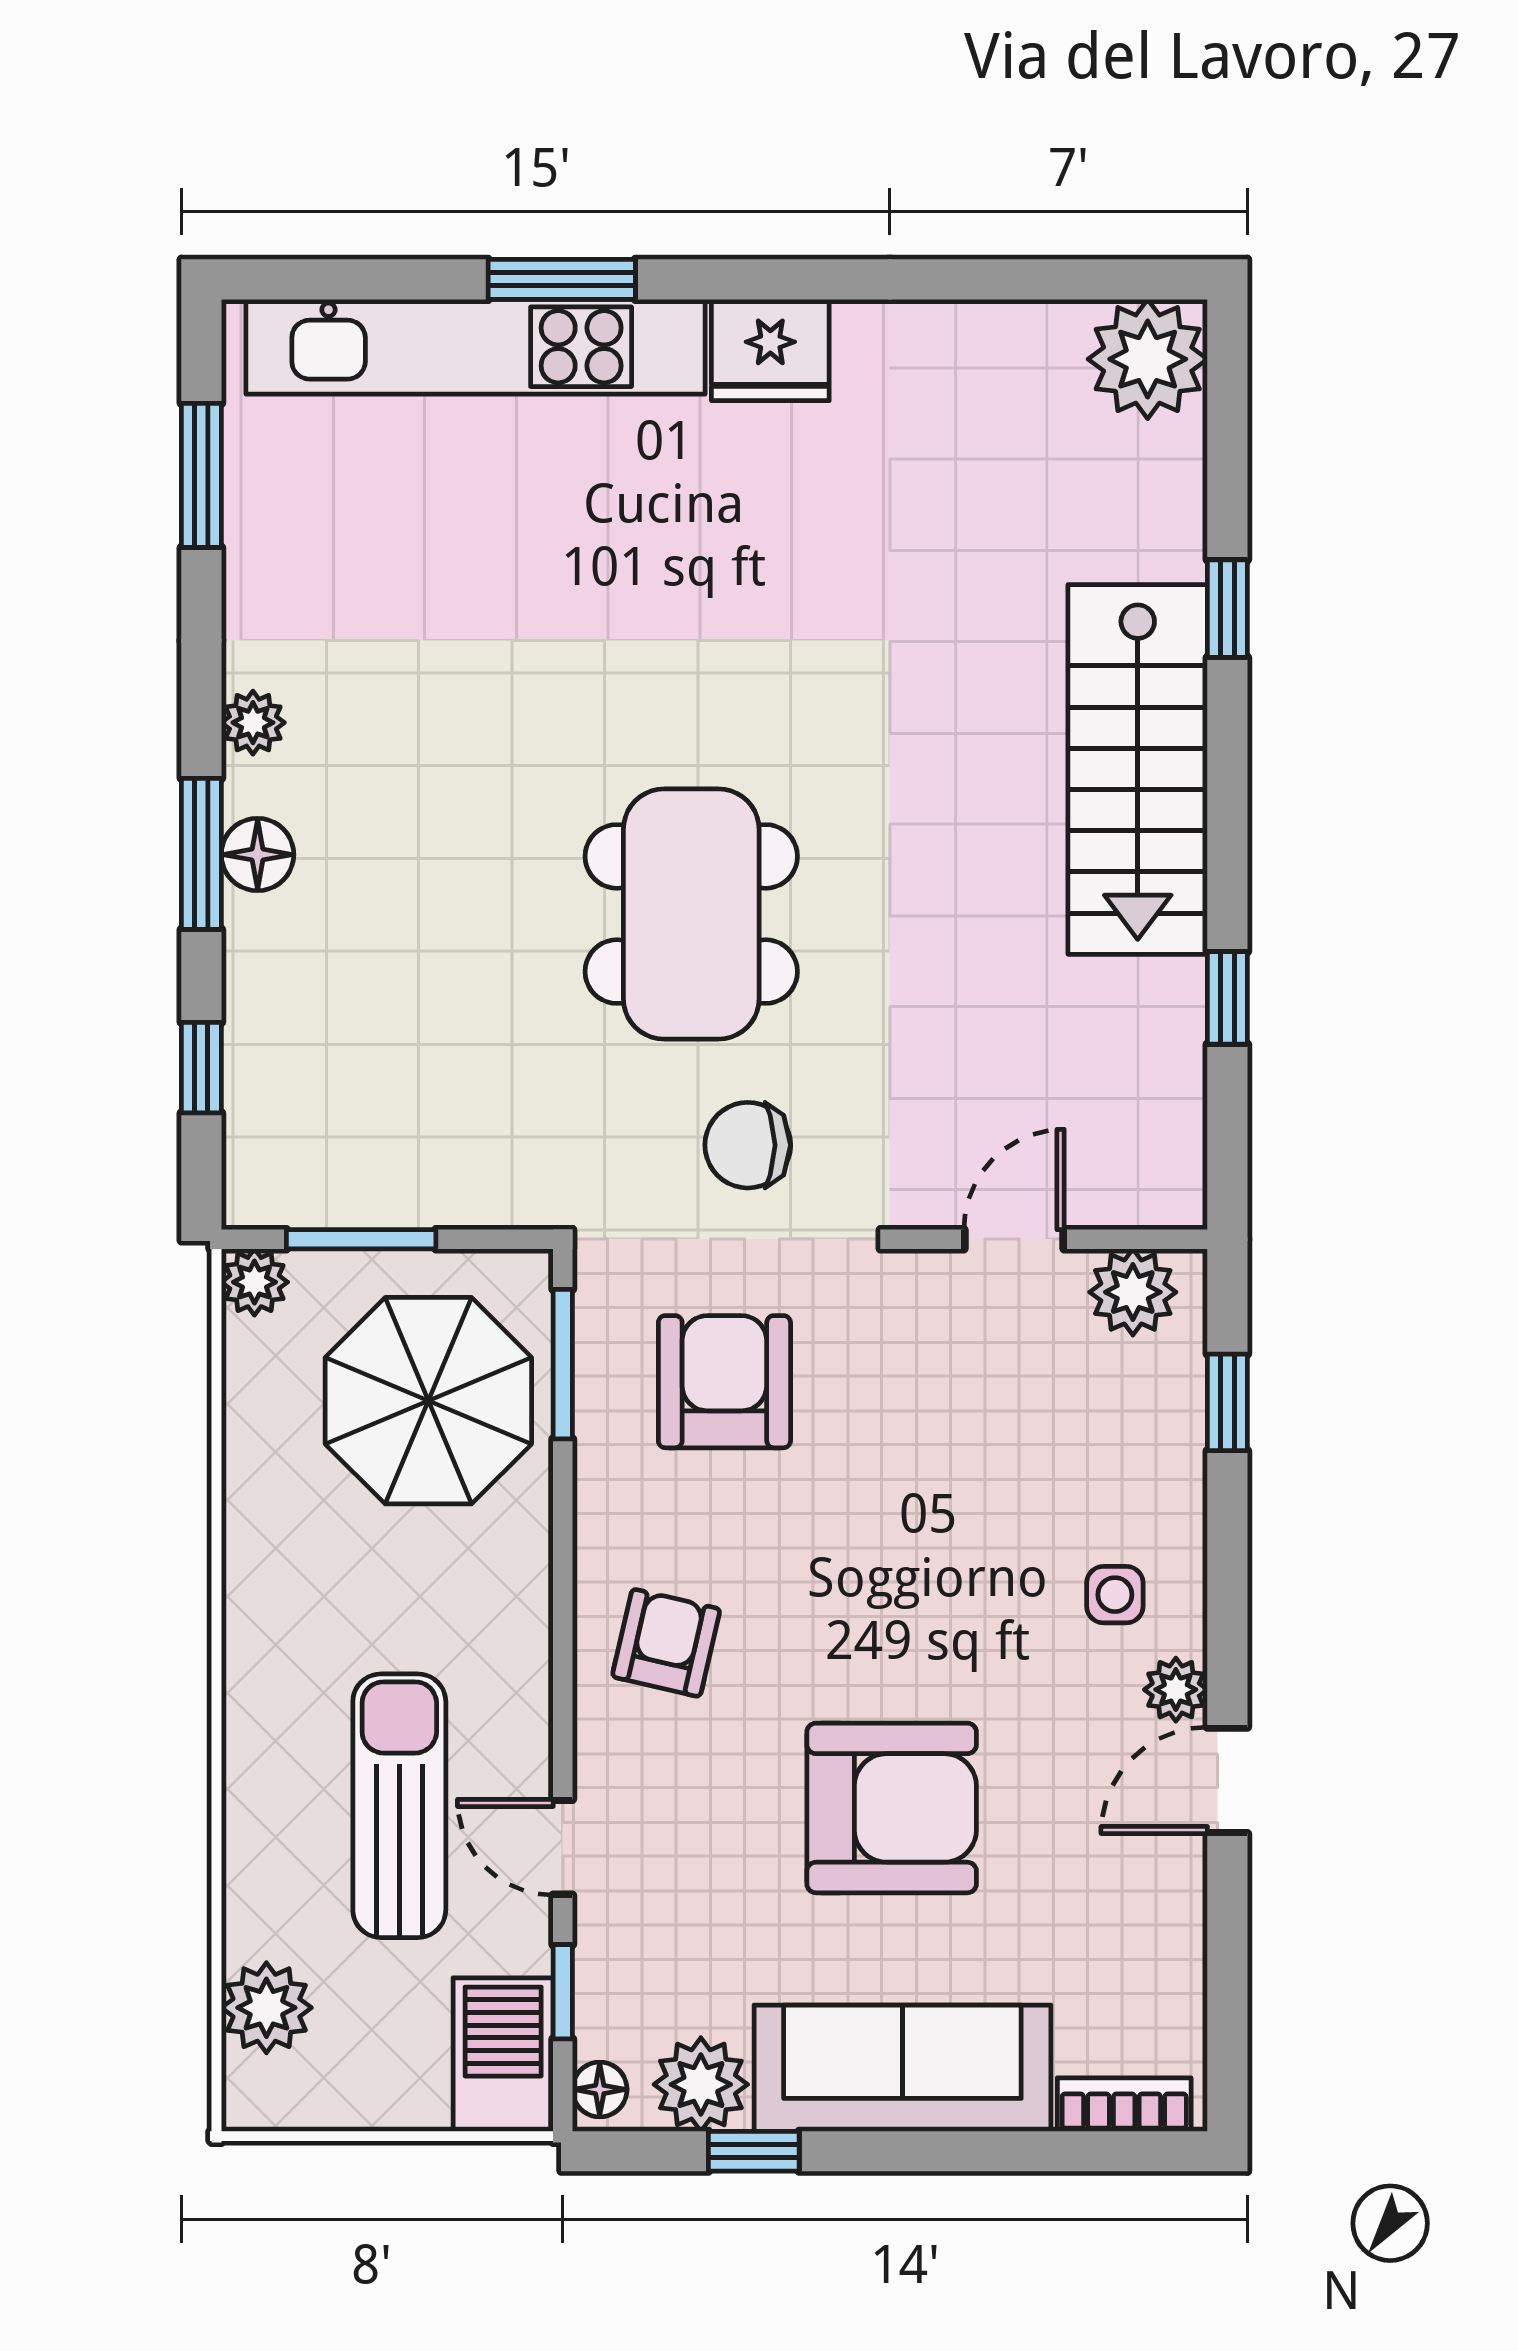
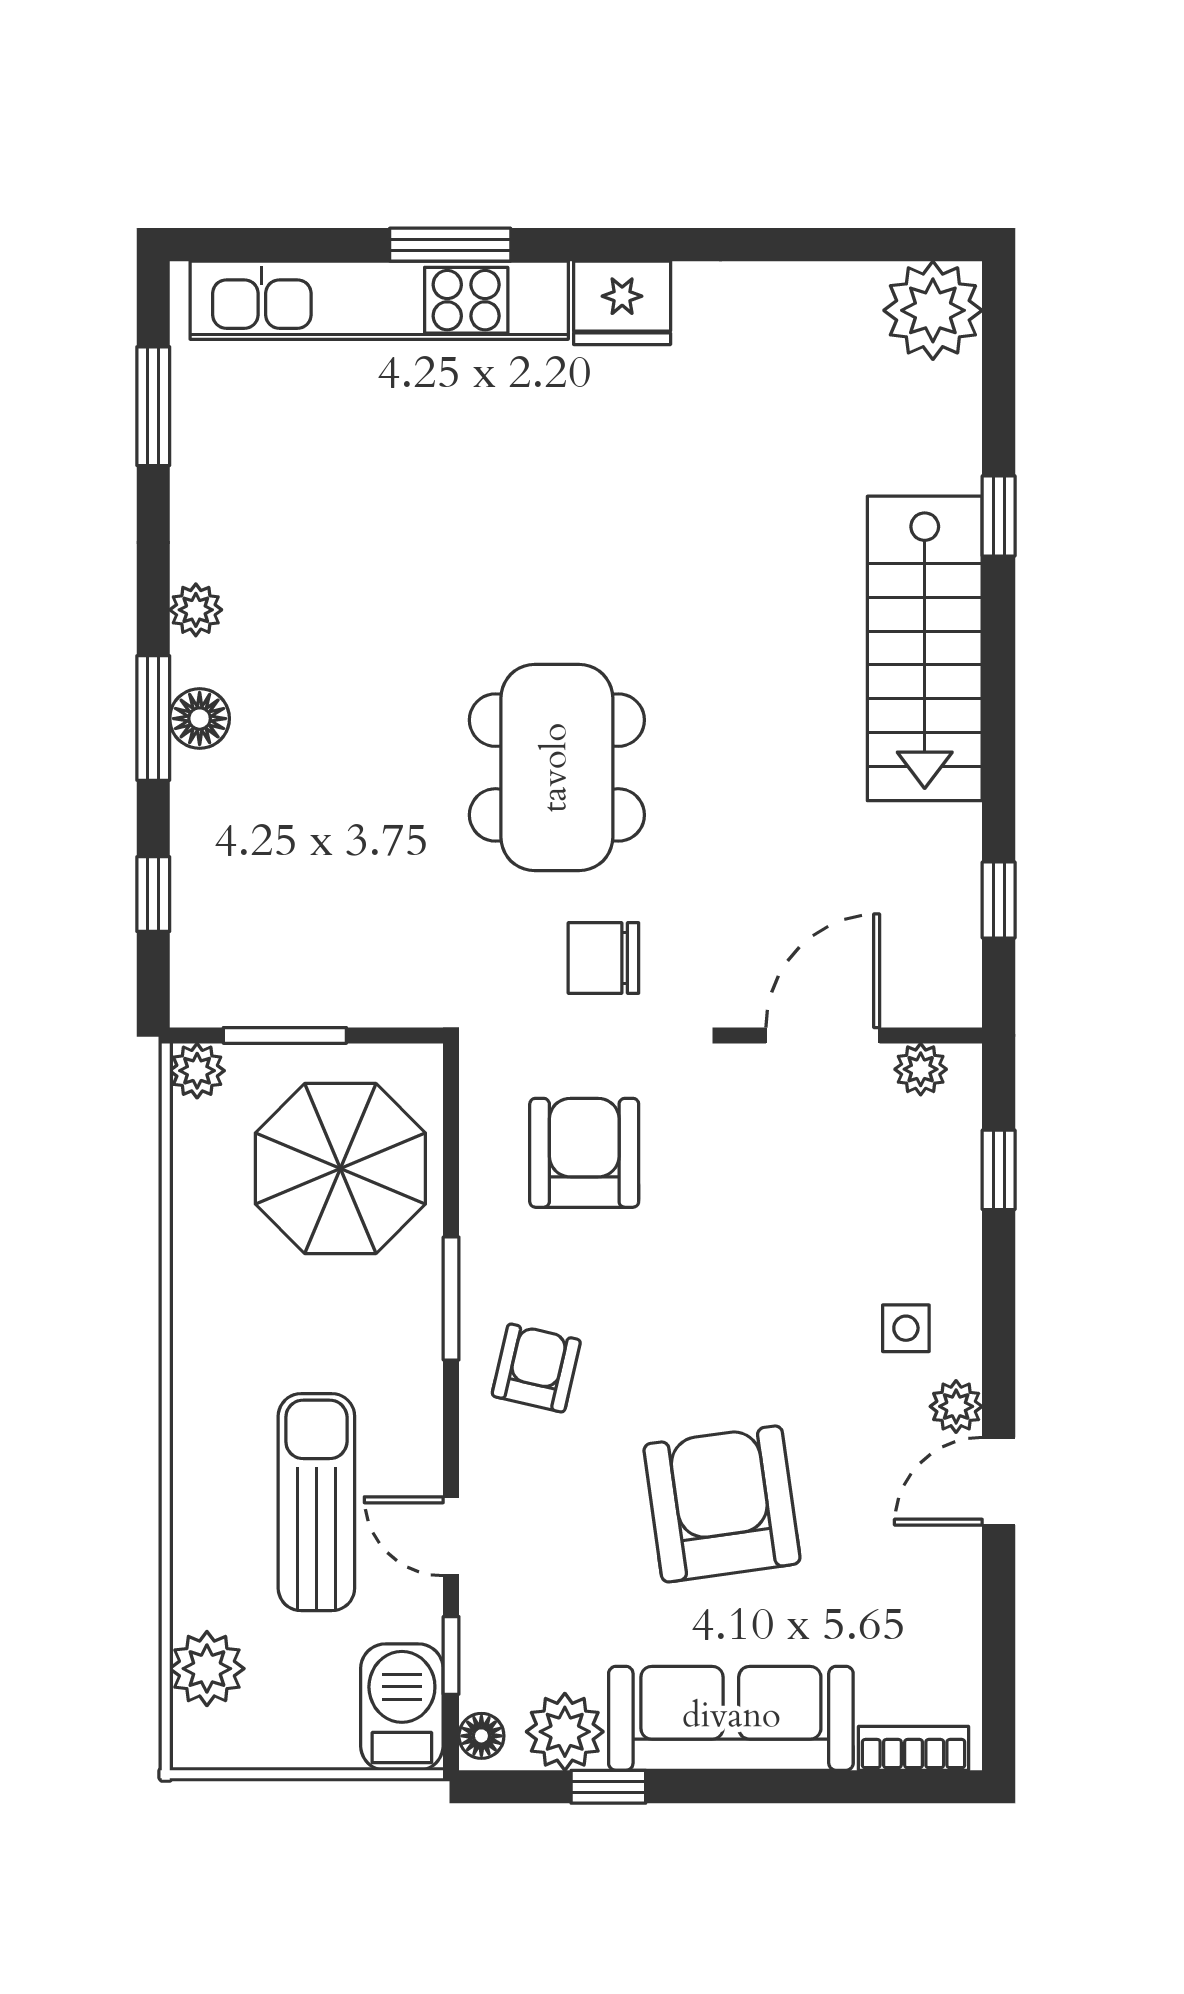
window: (1227, 998) -> (999, 900), moved
door: (1014, 1239) -> (823, 1035), width x1.38
plant: (1133, 1292) -> (921, 1069), width x0.73, depth x0.73
window: (563, 1364) -> (451, 1298), moved
armchair: (892, 1808) -> (722, 1504), turned -98

